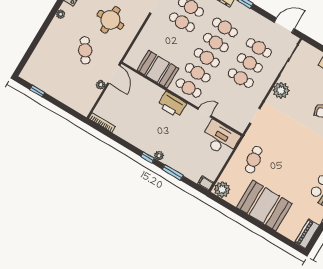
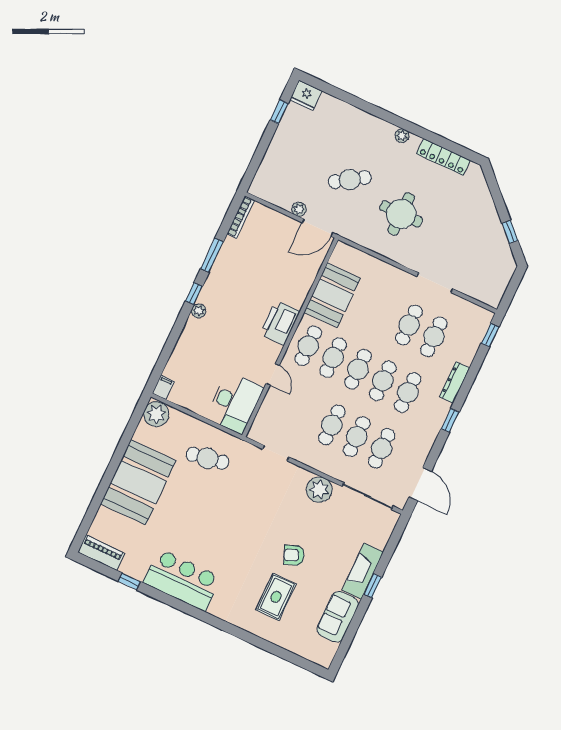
fridge: (28, 73) -> (306, 95), added
window: (173, 172) -> (212, 255), moved

